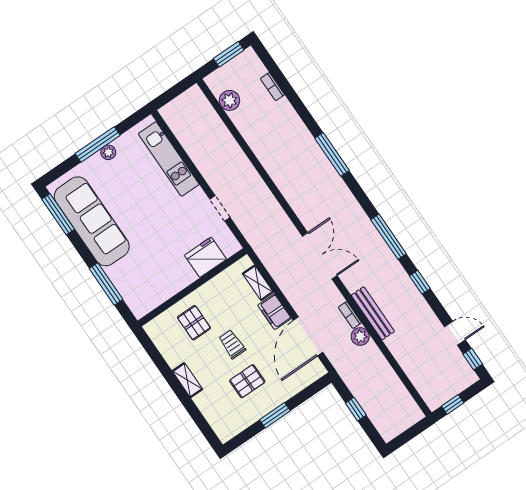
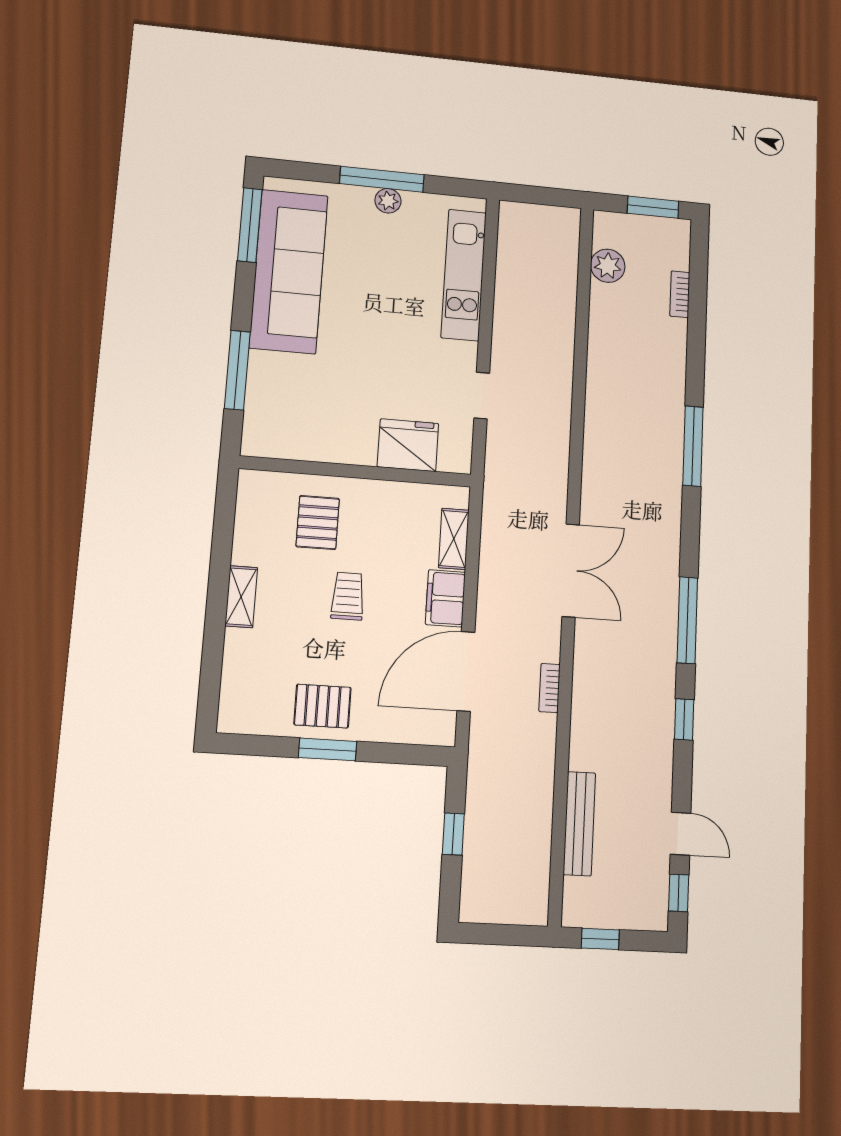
bench: (373, 313) -> (579, 824), moved
plant: (360, 336) -> (541, 731), removed
pallet: (247, 381) -> (322, 706), moved

